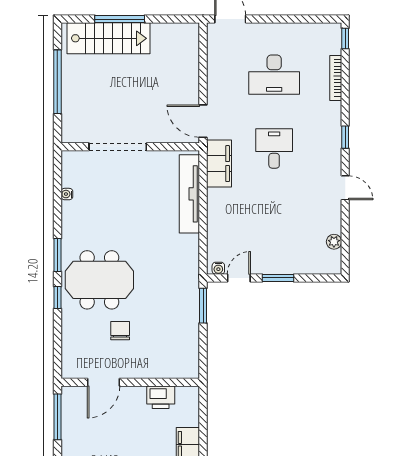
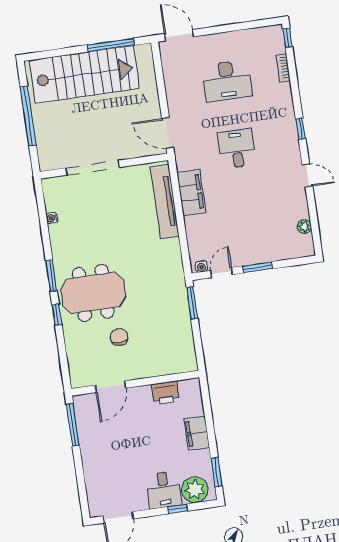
window: (120, 19) -> (111, 45), moved
stairs: (108, 38) -> (84, 74), width x1.36, depth x1.51
bookcase: (336, 78) -> (283, 68), width x0.64
filing cabinet: (219, 164) -> (191, 192), moved

